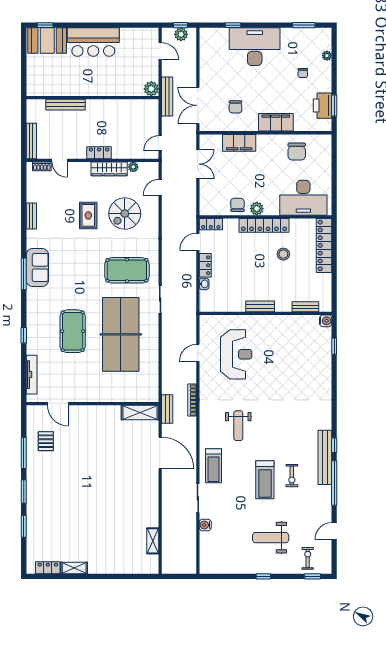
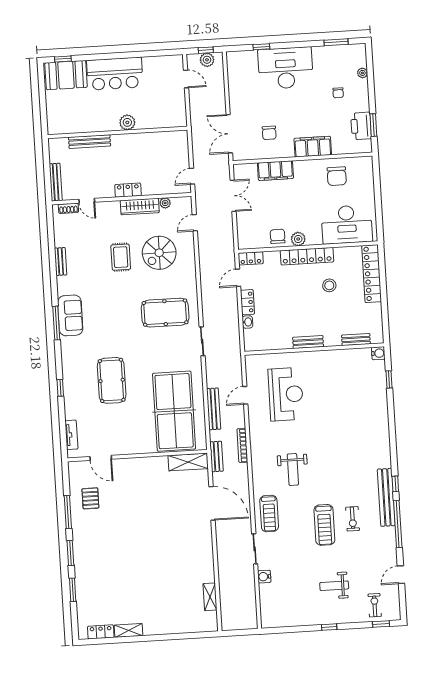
plant: (151, 89) -> (127, 122), moved
bench: (167, 97) -> (214, 409), moved
table tennis table: (121, 334) -> (174, 411), moved
tv unit: (32, 375) -> (71, 435), width x0.71
weight bench: (271, 538) -> (334, 586), width x0.73, depth x0.75

